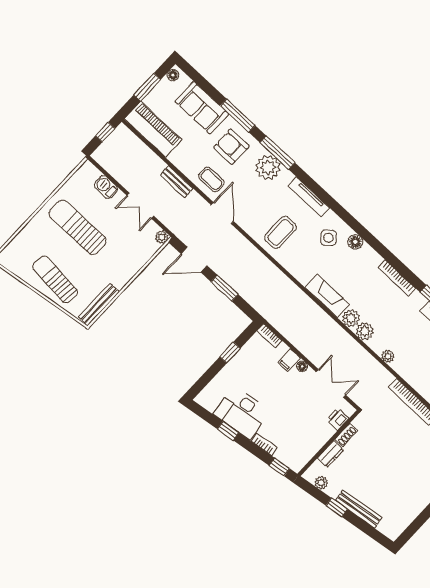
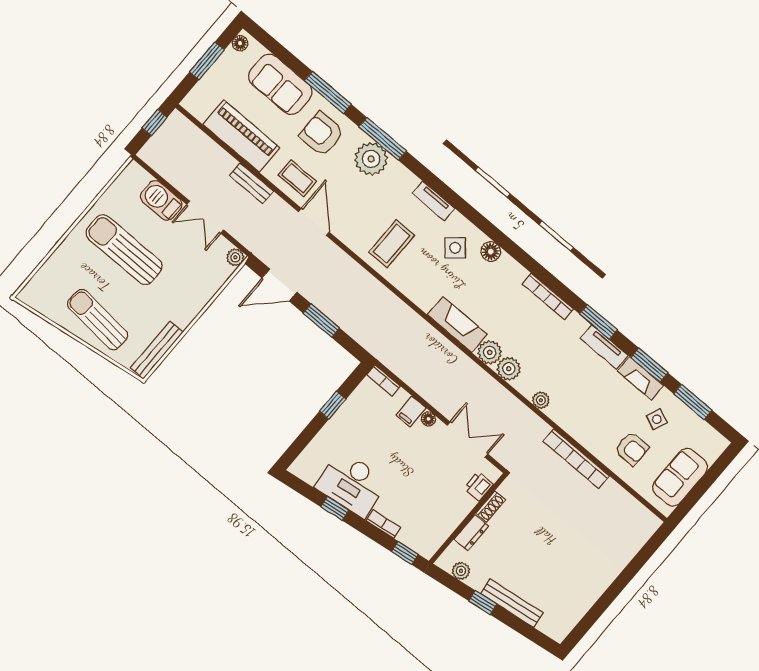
piano: (153, 129) -> (241, 136), moved
barbecue: (106, 187) -> (161, 200), width x1.38, depth x1.27
tv unit: (309, 197) -> (434, 201), width x0.71

